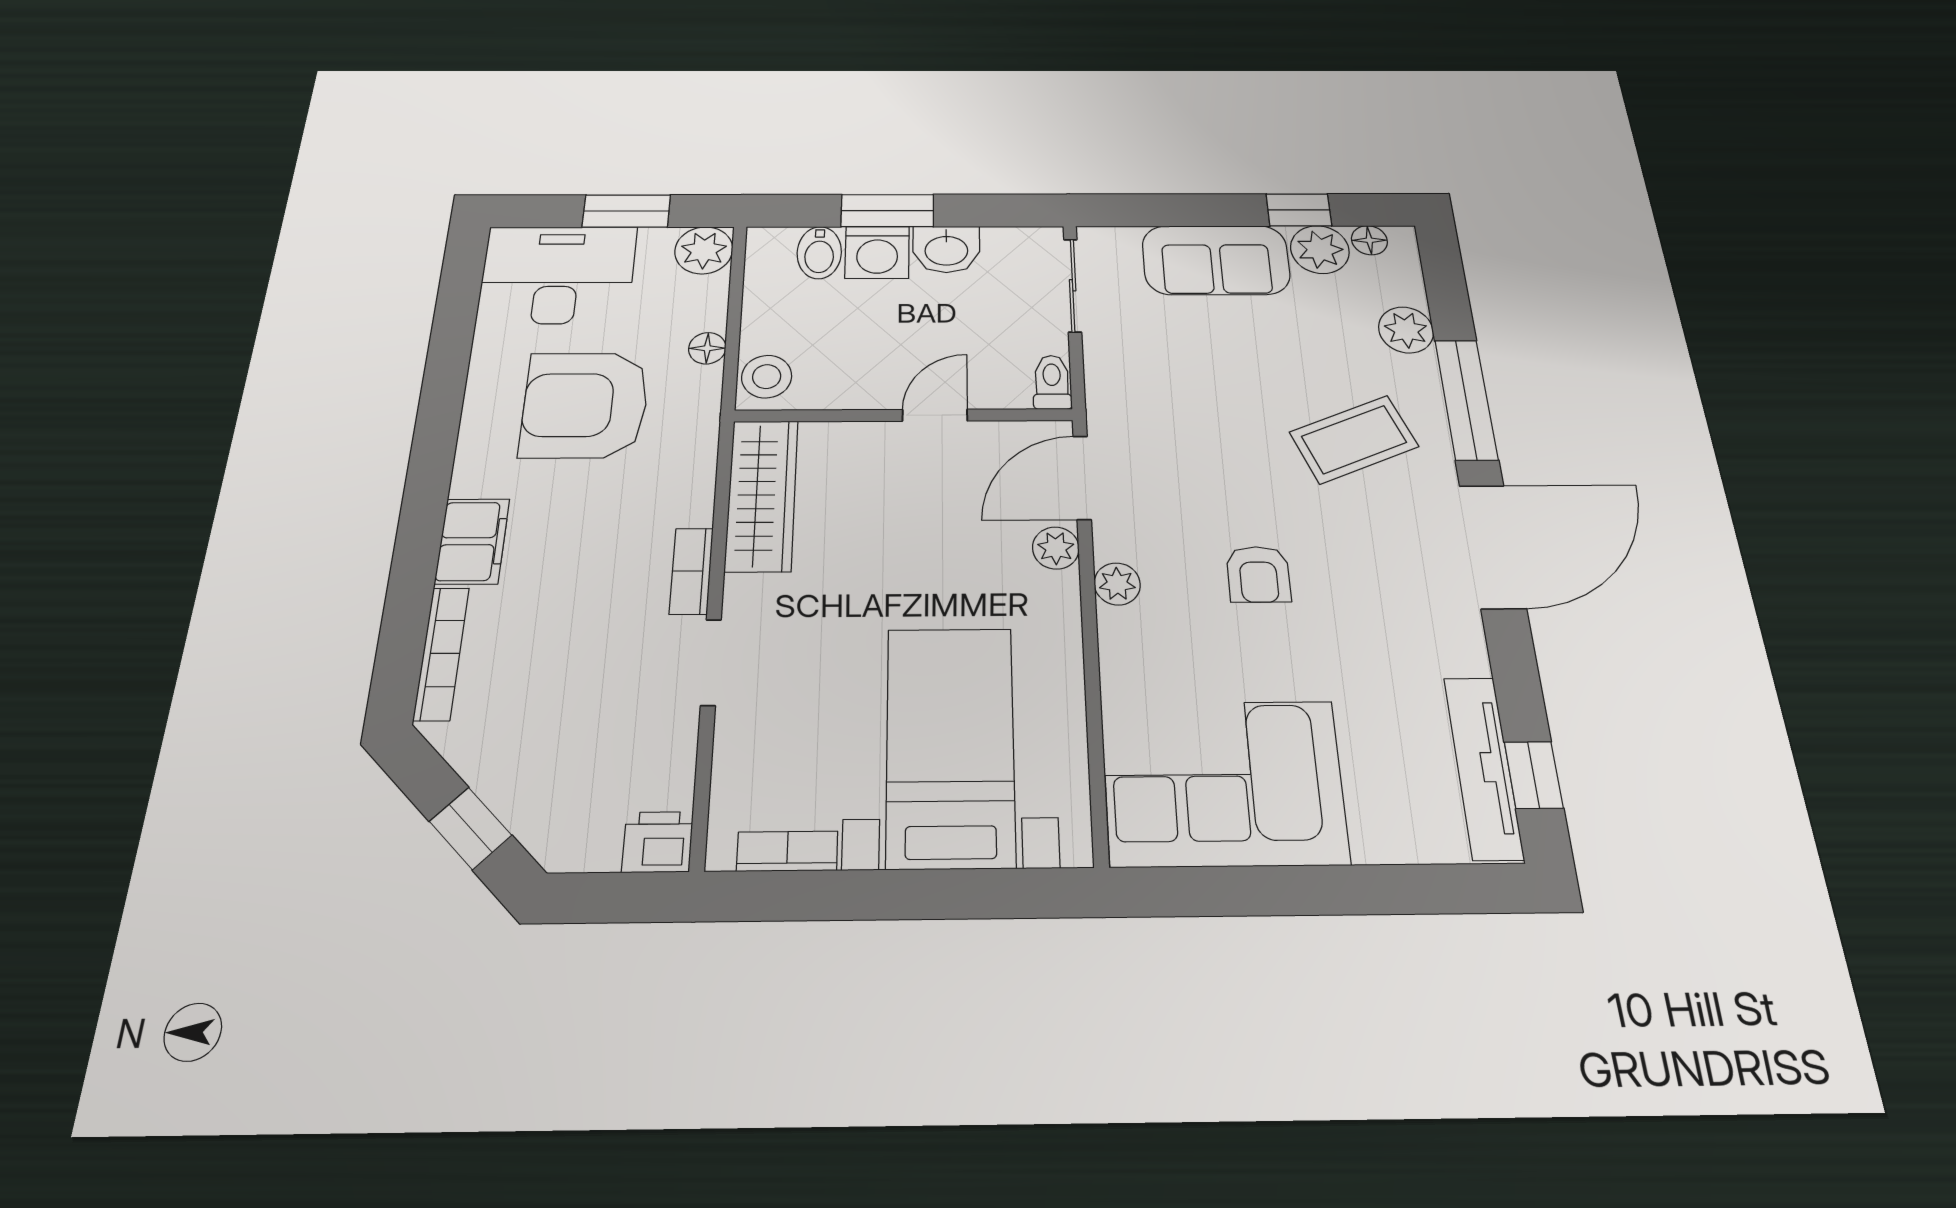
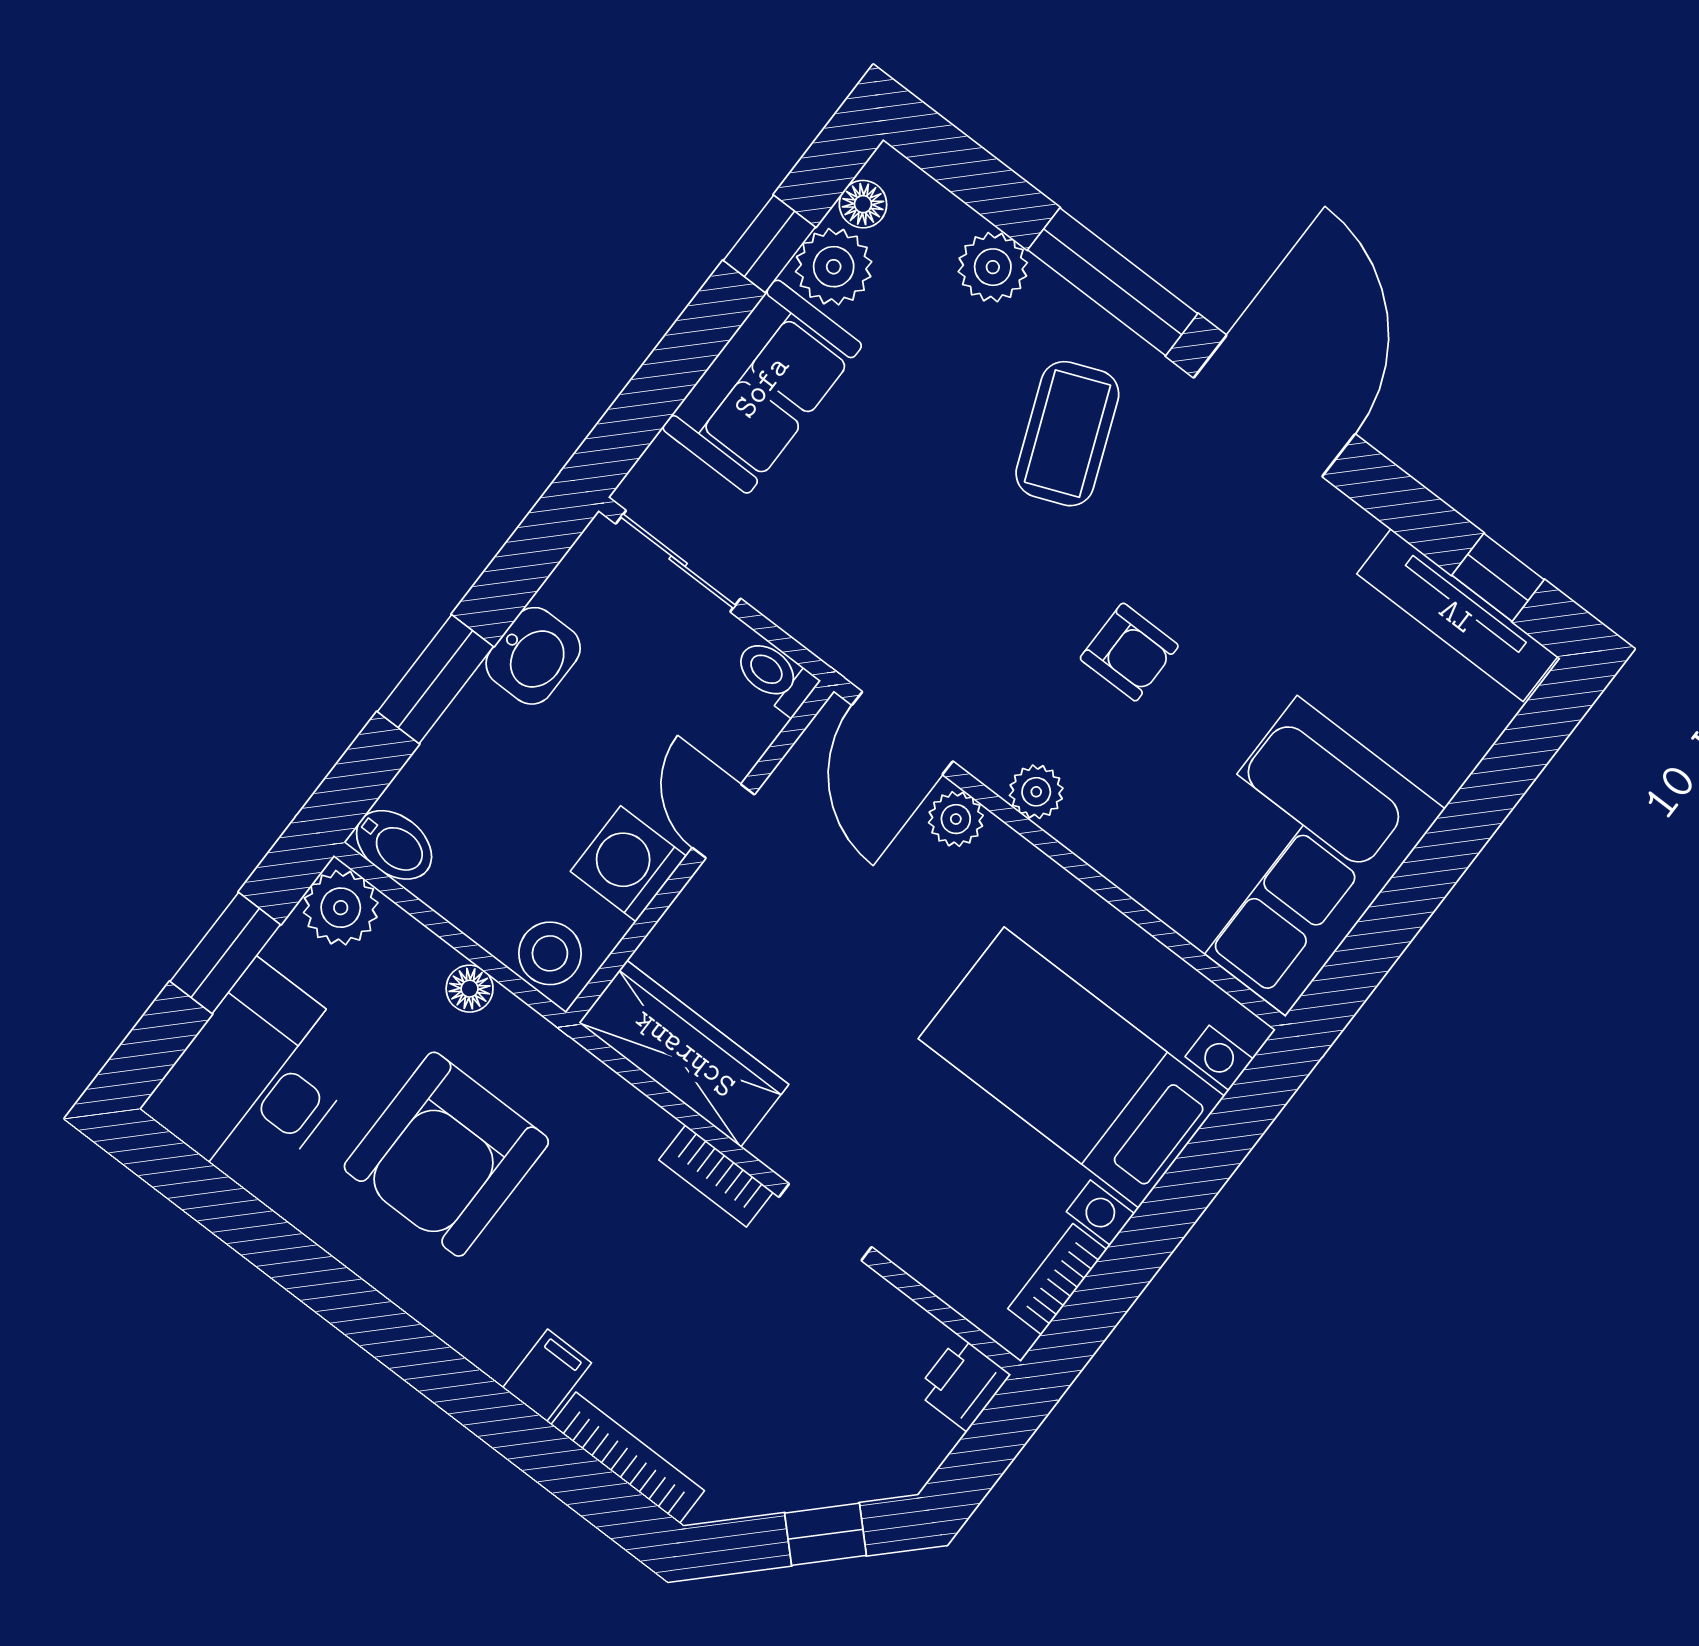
washing machine: (877, 252) -> (628, 864), moved, turned 180
bidet: (819, 253) -> (394, 845), moved
filing cabinet: (472, 541) -> (547, 1375), width x0.50

